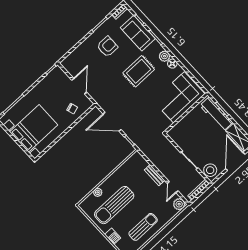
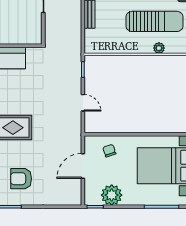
plant: (48, 85) -> (112, 195), added
door: (112, 122) -> (83, 103), width x0.53

